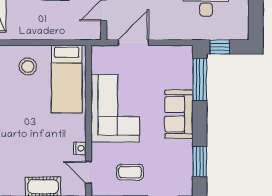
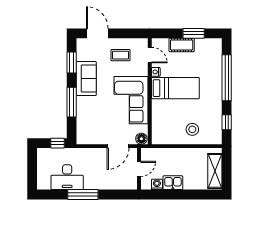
floor lamp: (100, 53) -> (141, 139), added
bed: (67, 79) -> (175, 88), moved, turned 90
window: (200, 79) -> (72, 102), moved
sofa: (179, 114) -> (86, 79), moved

